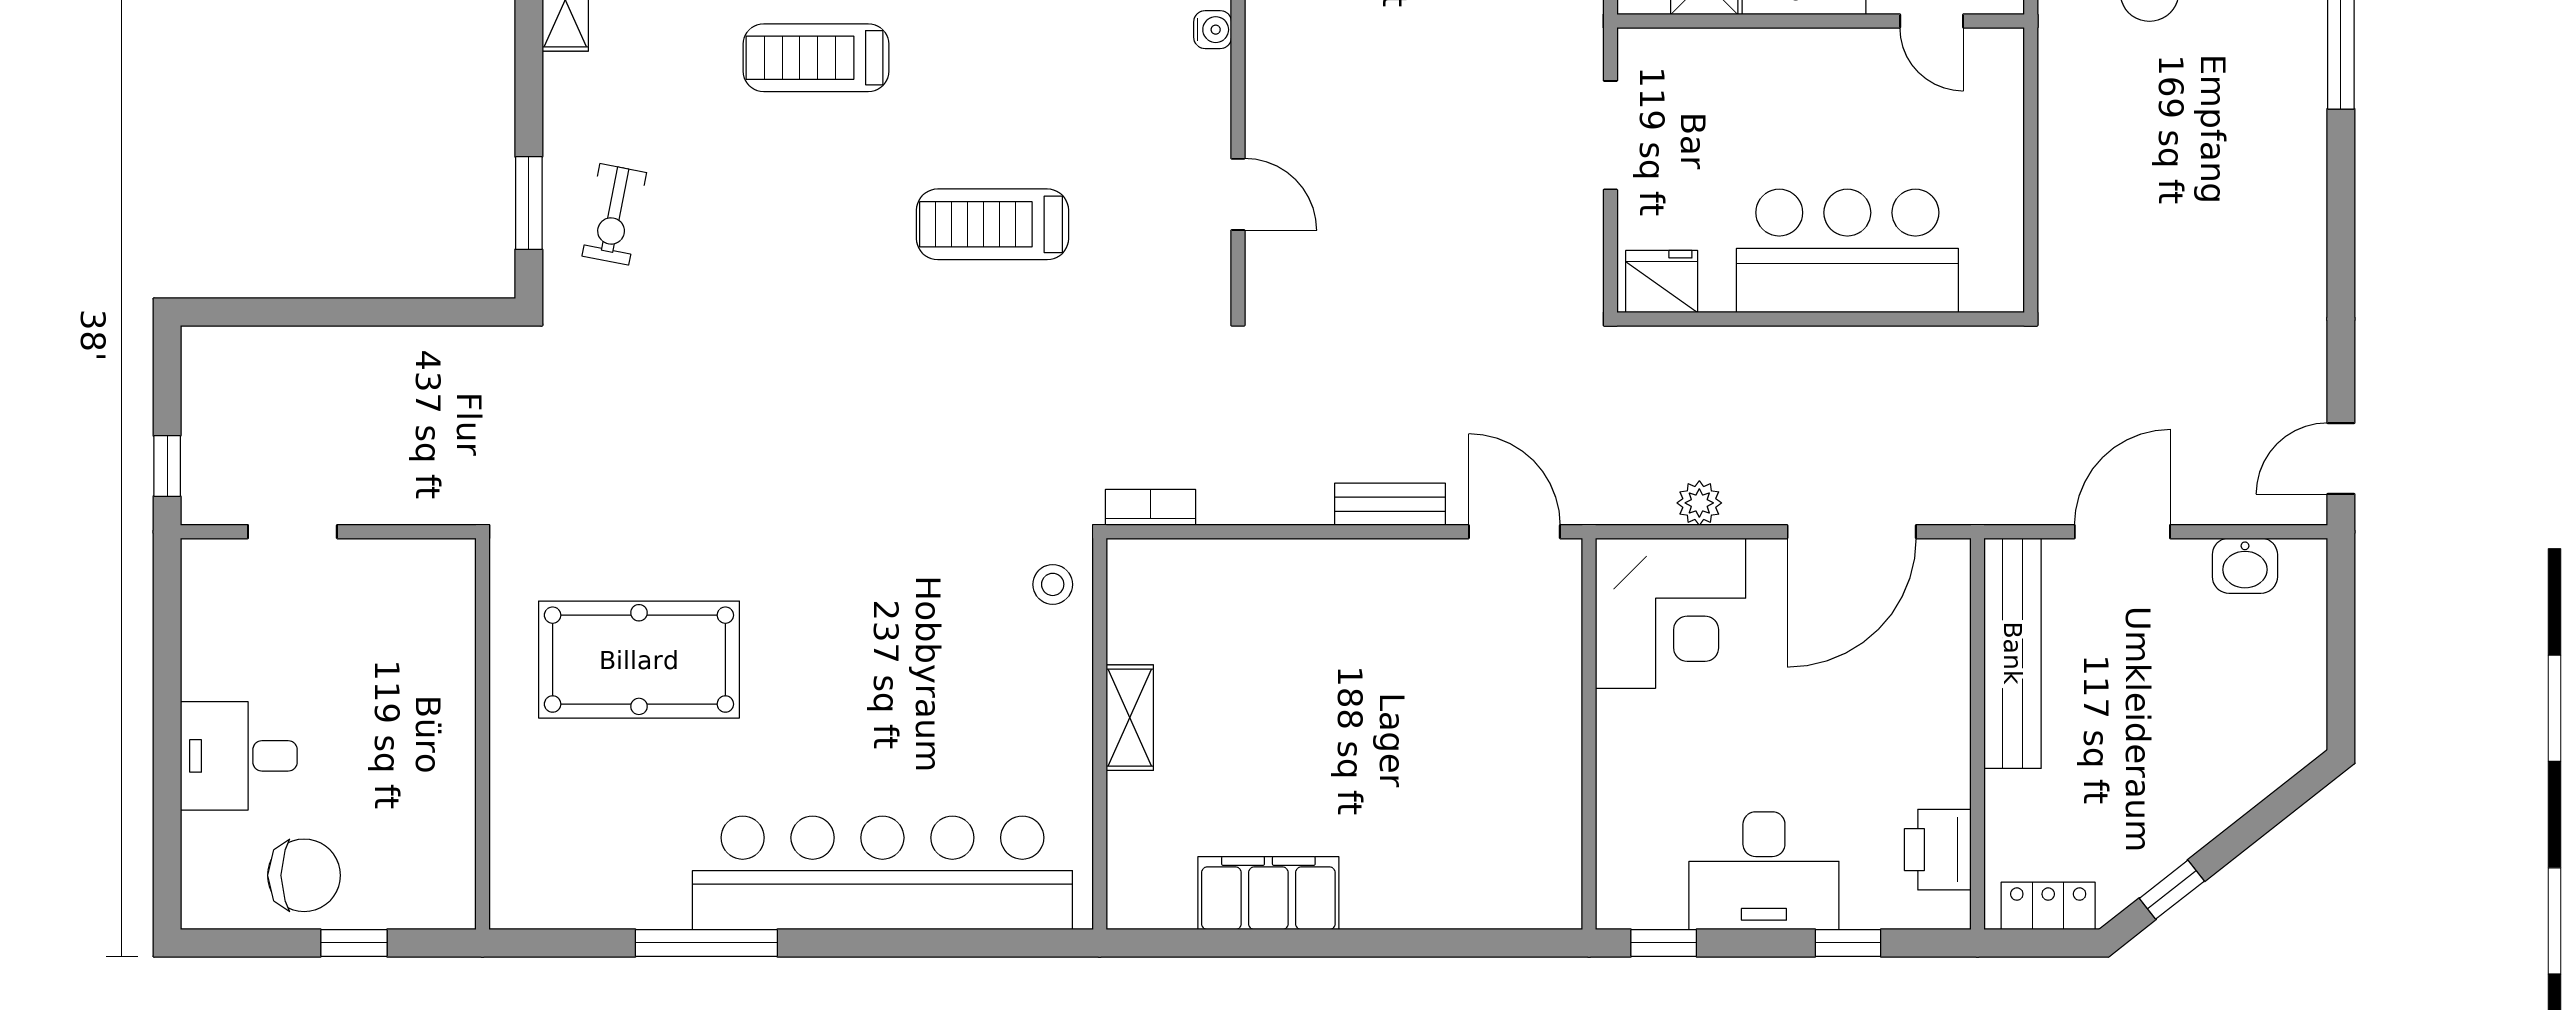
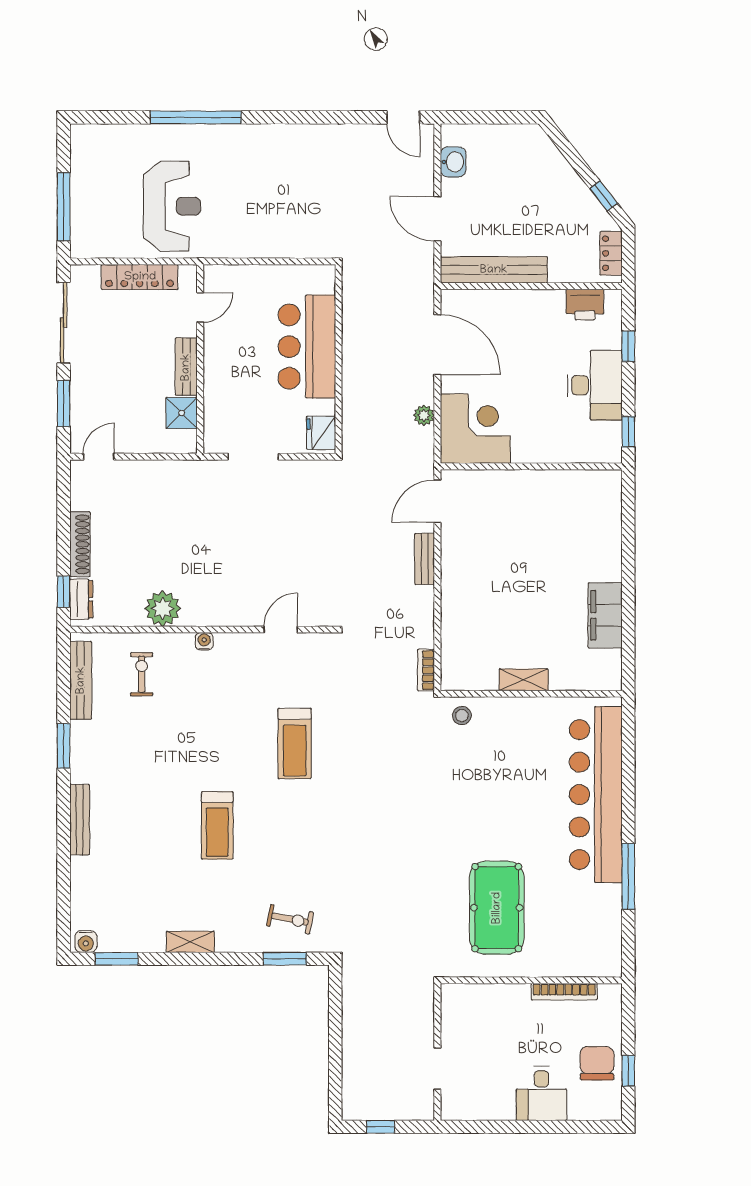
window: (167, 466) -> (380, 1127), moved
bookcase: (458, 805) -> (564, 992), added
window: (354, 943) -> (628, 1071), moved

